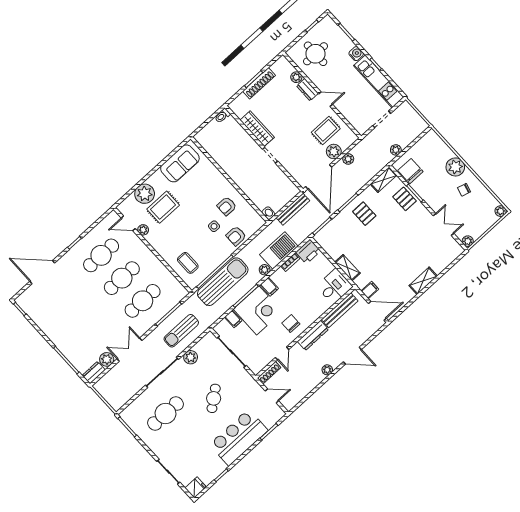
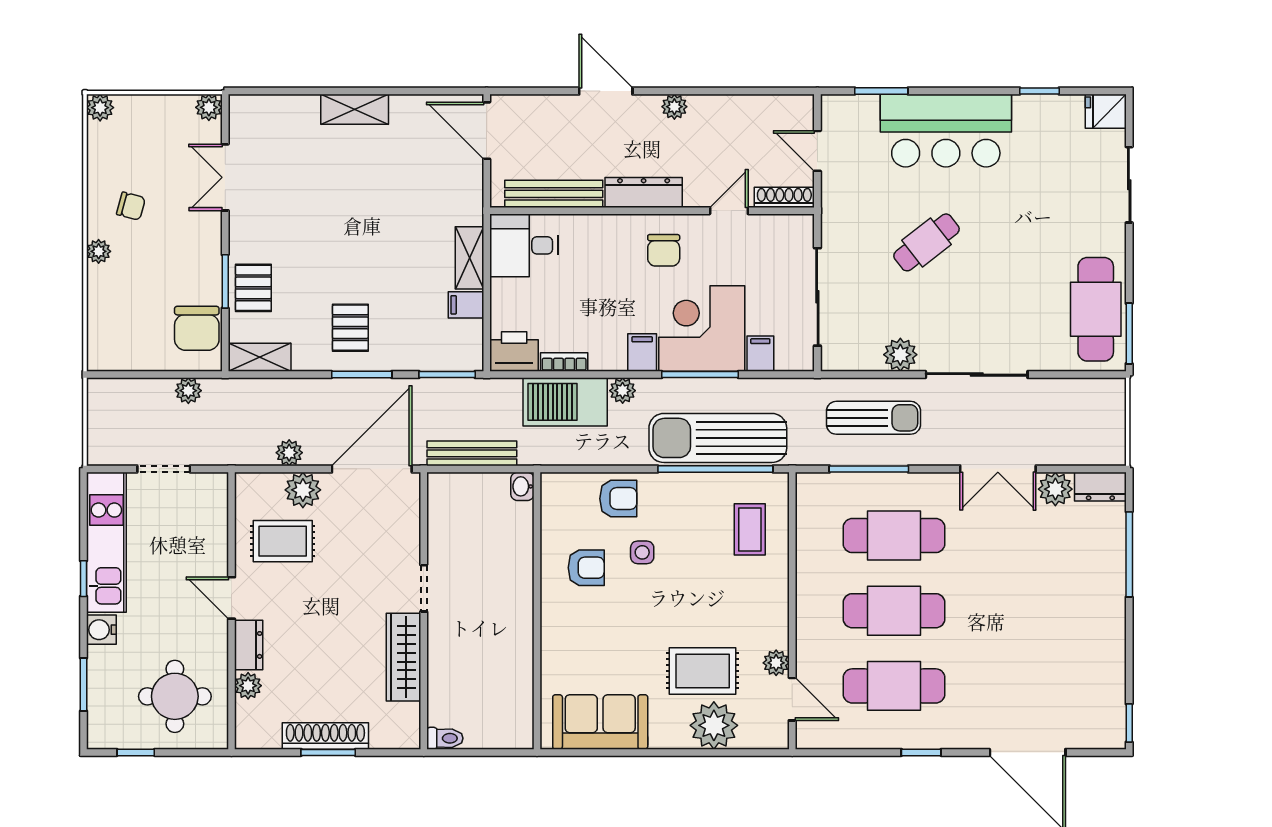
plant: (455, 167) -> (99, 251), width x0.53, depth x0.53
filing cabinet: (370, 290) -> (466, 305), moved
cafe table: (166, 414) -> (1096, 309), moved, turned 90

